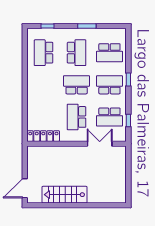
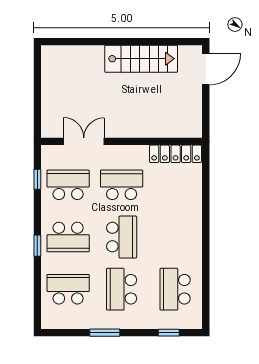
school desk: (44, 53) -> (175, 289), turned 180
school desk: (77, 85) -> (122, 237), turned -90
school desk: (77, 117) -> (122, 185), turned -90
double door: (100, 144) -> (84, 141), swing flipped

